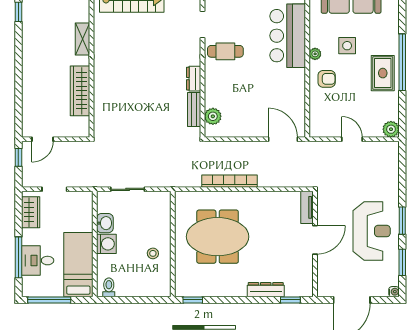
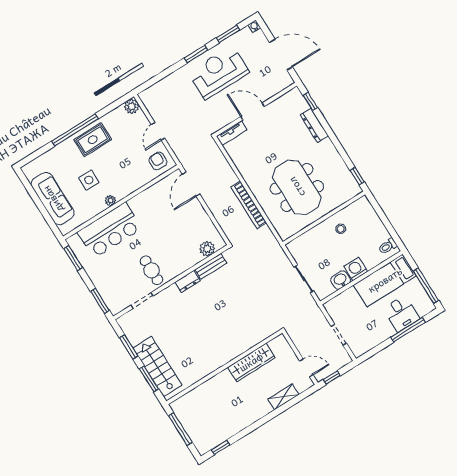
shelving: (82, 39) -> (284, 397), moved
armchair: (327, 79) -> (158, 161), moved
wardrobe: (31, 212) -> (368, 342), removed

